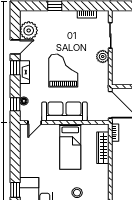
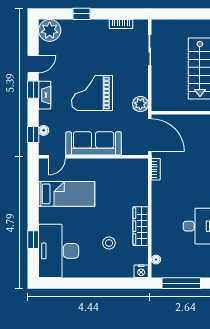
plant: (29, 30) -> (50, 30), moved
plant: (103, 57) -> (140, 104), moved
grand piano: (63, 70) -> (92, 93), turned -90
bed: (70, 147) -> (67, 194), moved, turned -90
wardrobe: (103, 148) -> (141, 226), moved

